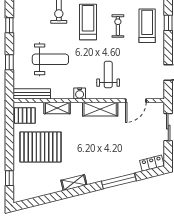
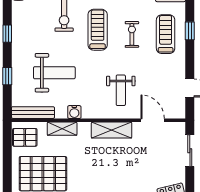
weight bench: (108, 75) -> (121, 90), turned 180
water cooler: (80, 93) -> (74, 112), moved
door: (136, 101) -> (153, 120), swing flipped

